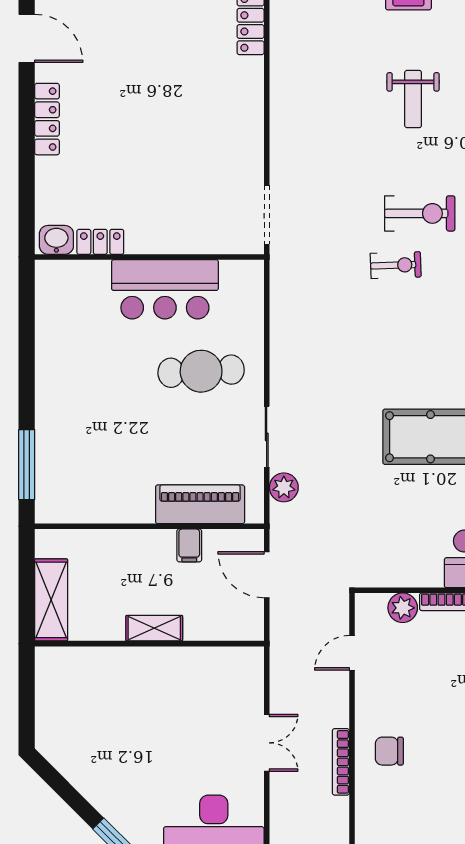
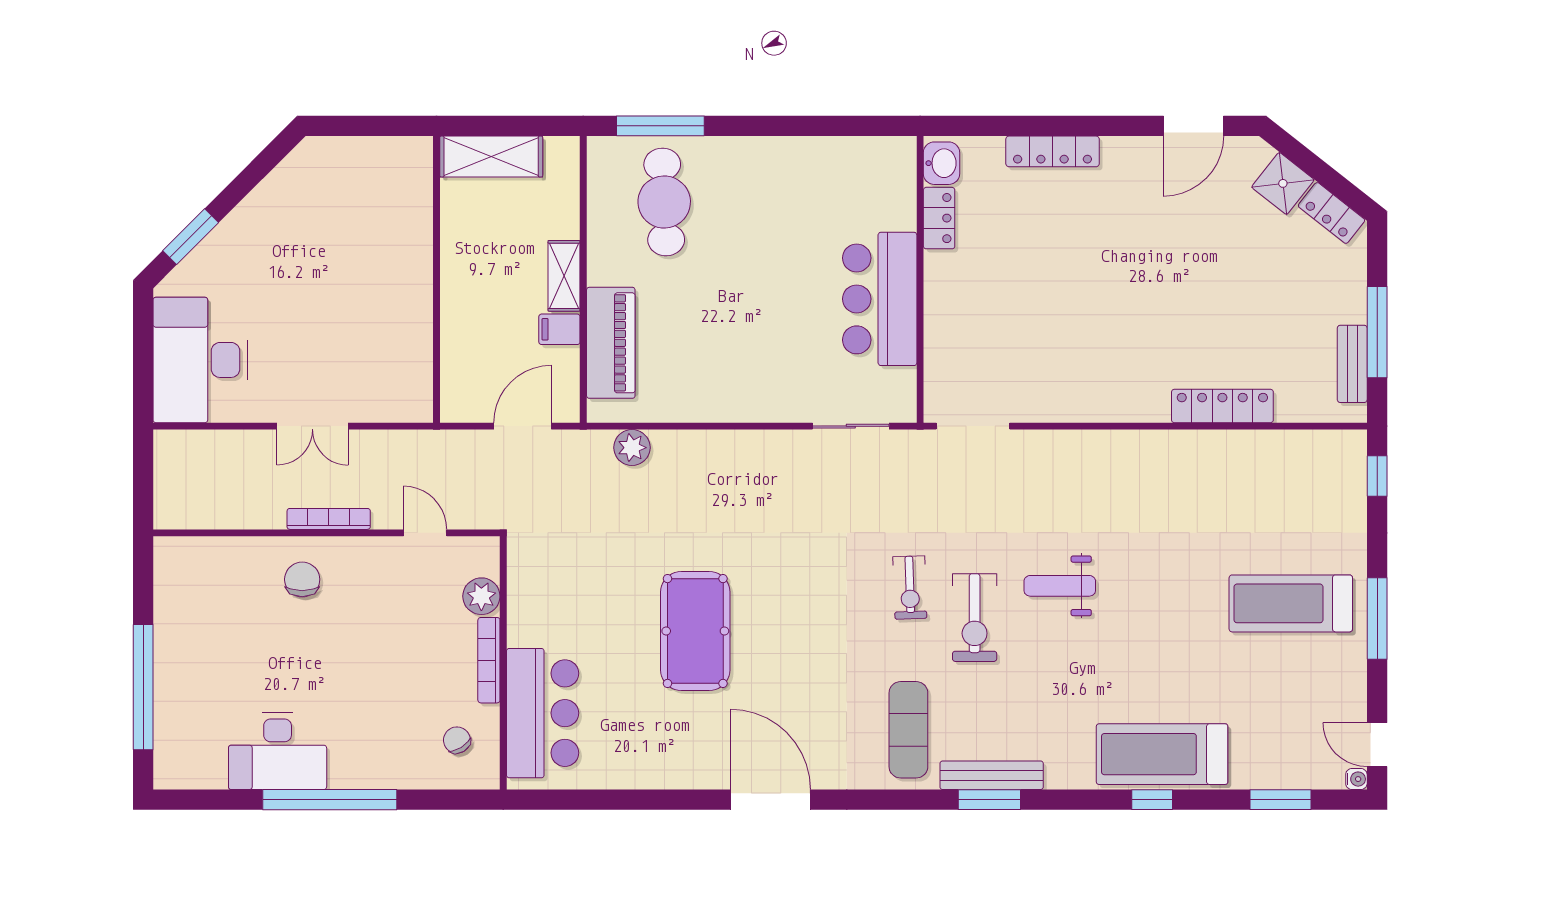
weight bench: (413, 99) -> (1060, 586), moved
locker: (47, 119) -> (1053, 151), moved
cafe table: (201, 371) -> (664, 202), moved
sliding door: (267, 437) -> (851, 426), moved
shelving: (154, 628) -> (564, 276), moved
bookcase: (341, 762) -> (329, 519), moved

